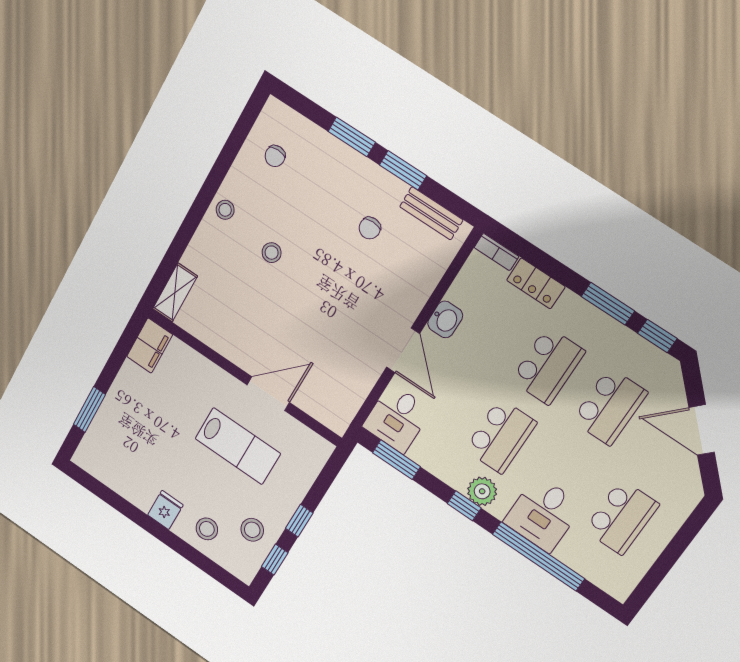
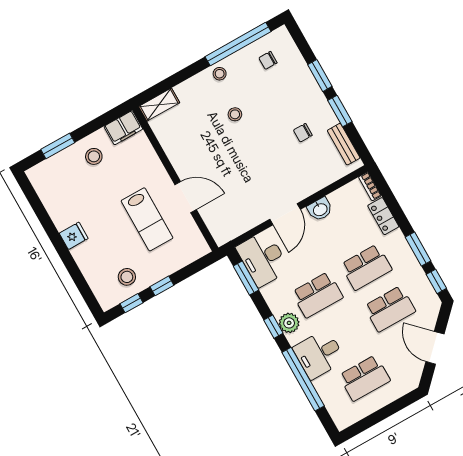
window: (227, 157) -> (238, 44), added
desk: (397, 418) -> (263, 259), width x1.37
stool: (207, 529) -> (94, 156), moved

